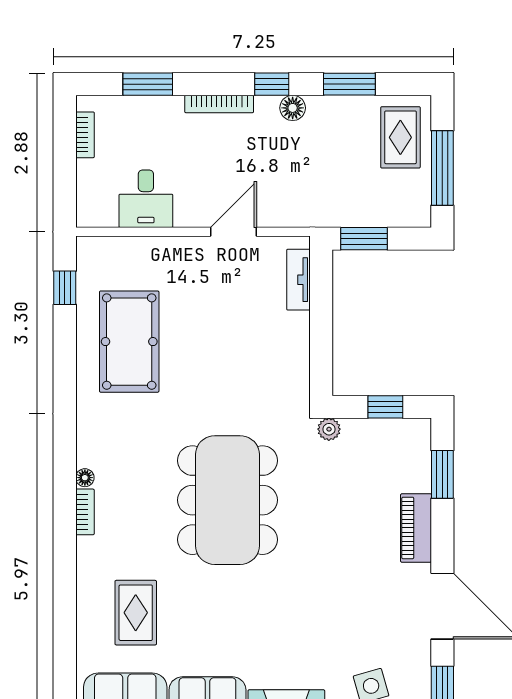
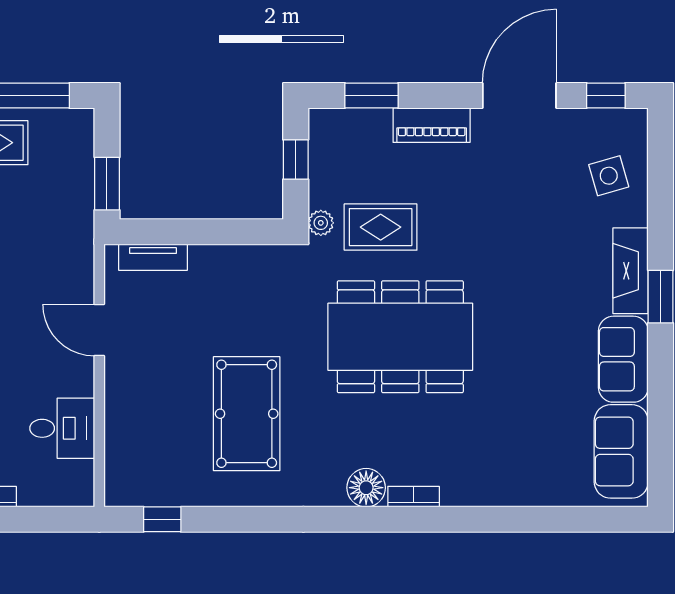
pool table: (129, 342) -> (247, 414), moved, turned 90
floor lamp: (85, 478) -> (366, 488), width x1.89, depth x1.89
rug: (136, 613) -> (381, 227), moved

